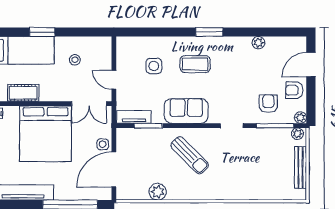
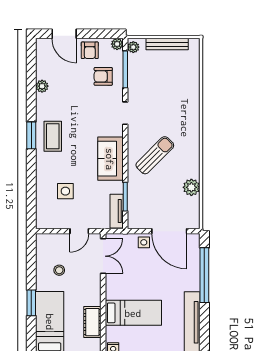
coffee table: (195, 64) -> (53, 136), moved
bed: (45, 134) -> (133, 313), width x0.49

